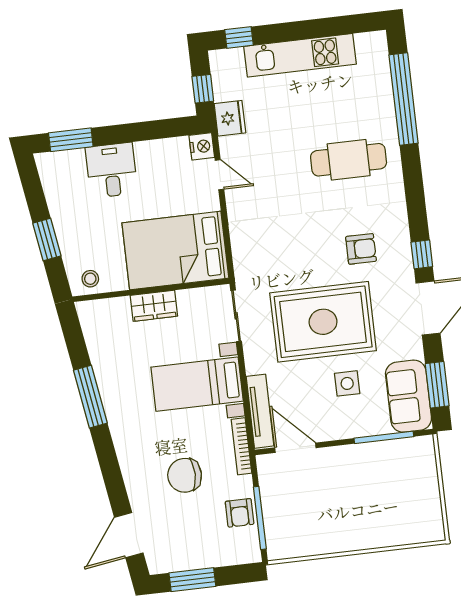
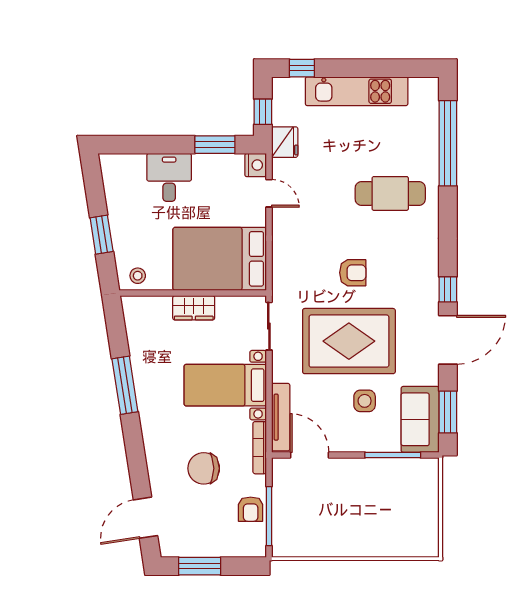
window: (71, 140) -> (215, 145), moved
armchair: (361, 249) -> (353, 273), moved

